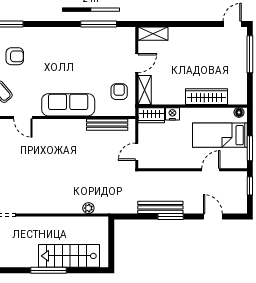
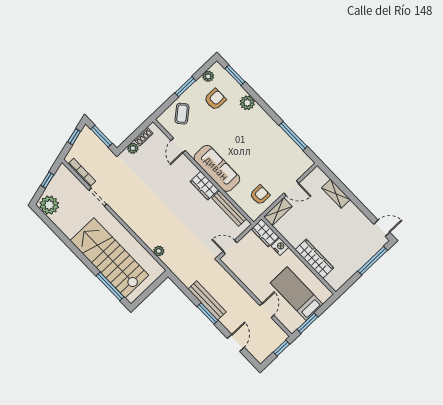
shelving: (153, 34) -> (336, 194), moved
plant: (41, 35) -> (247, 103), added
armchair: (15, 56) -> (215, 99), turned -90
floor lamp: (239, 112) -> (325, 292), removed
wardrobe: (72, 127) -> (204, 186), added
door: (211, 170) -> (267, 310), hinge flipped
stairs: (69, 256) -> (109, 258), width x1.36, depth x1.51
window: (48, 270) -> (110, 286), moved

